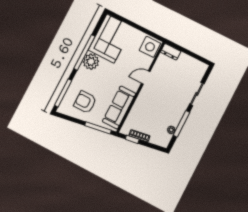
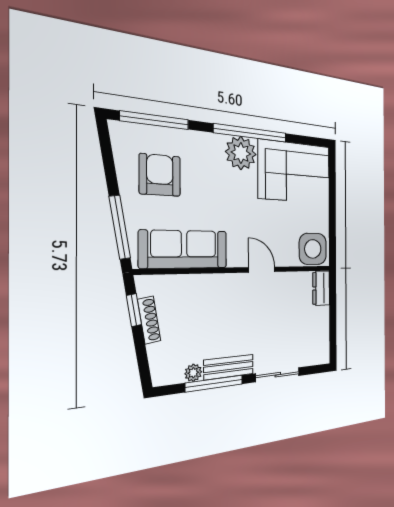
bench: (179, 114) -> (229, 367), added

